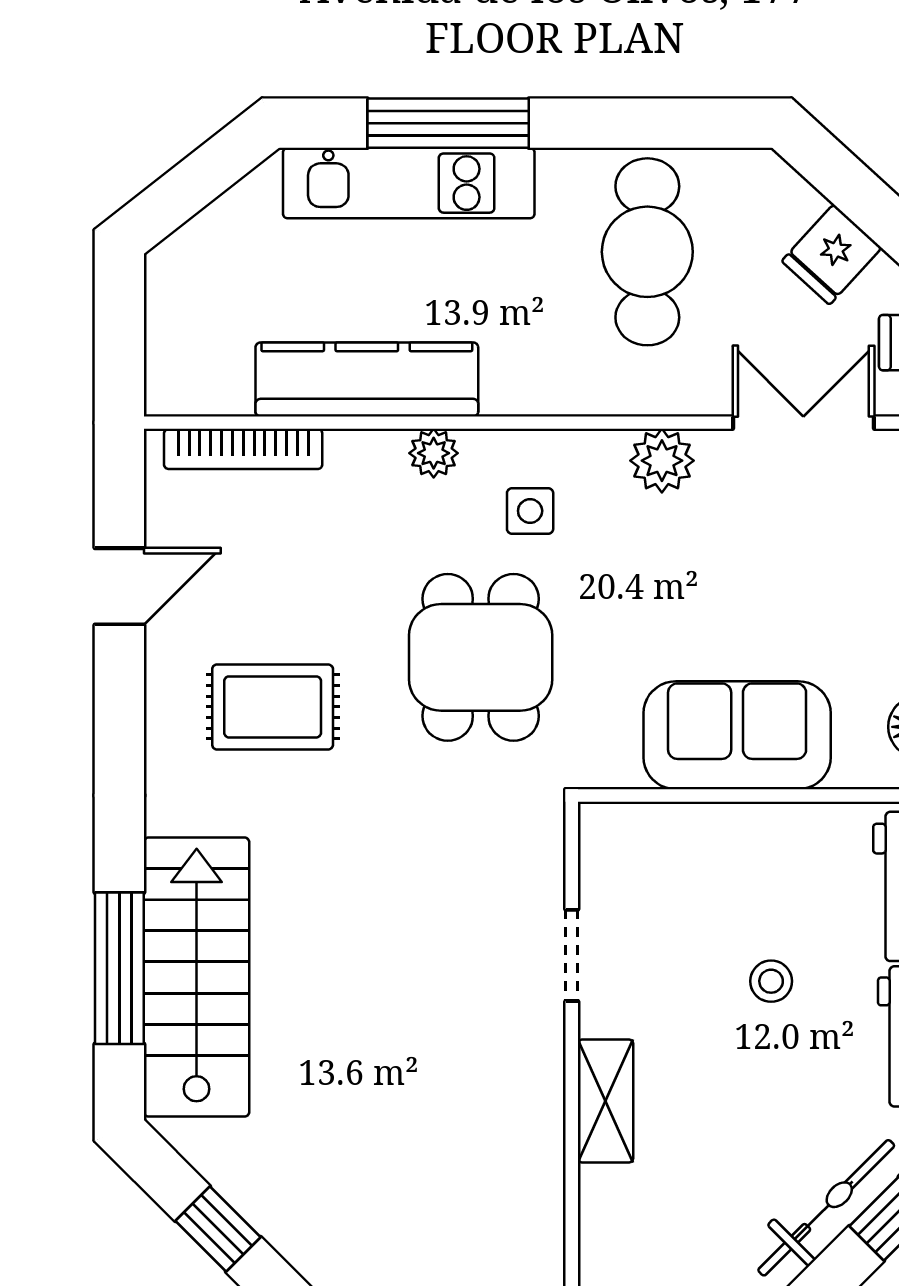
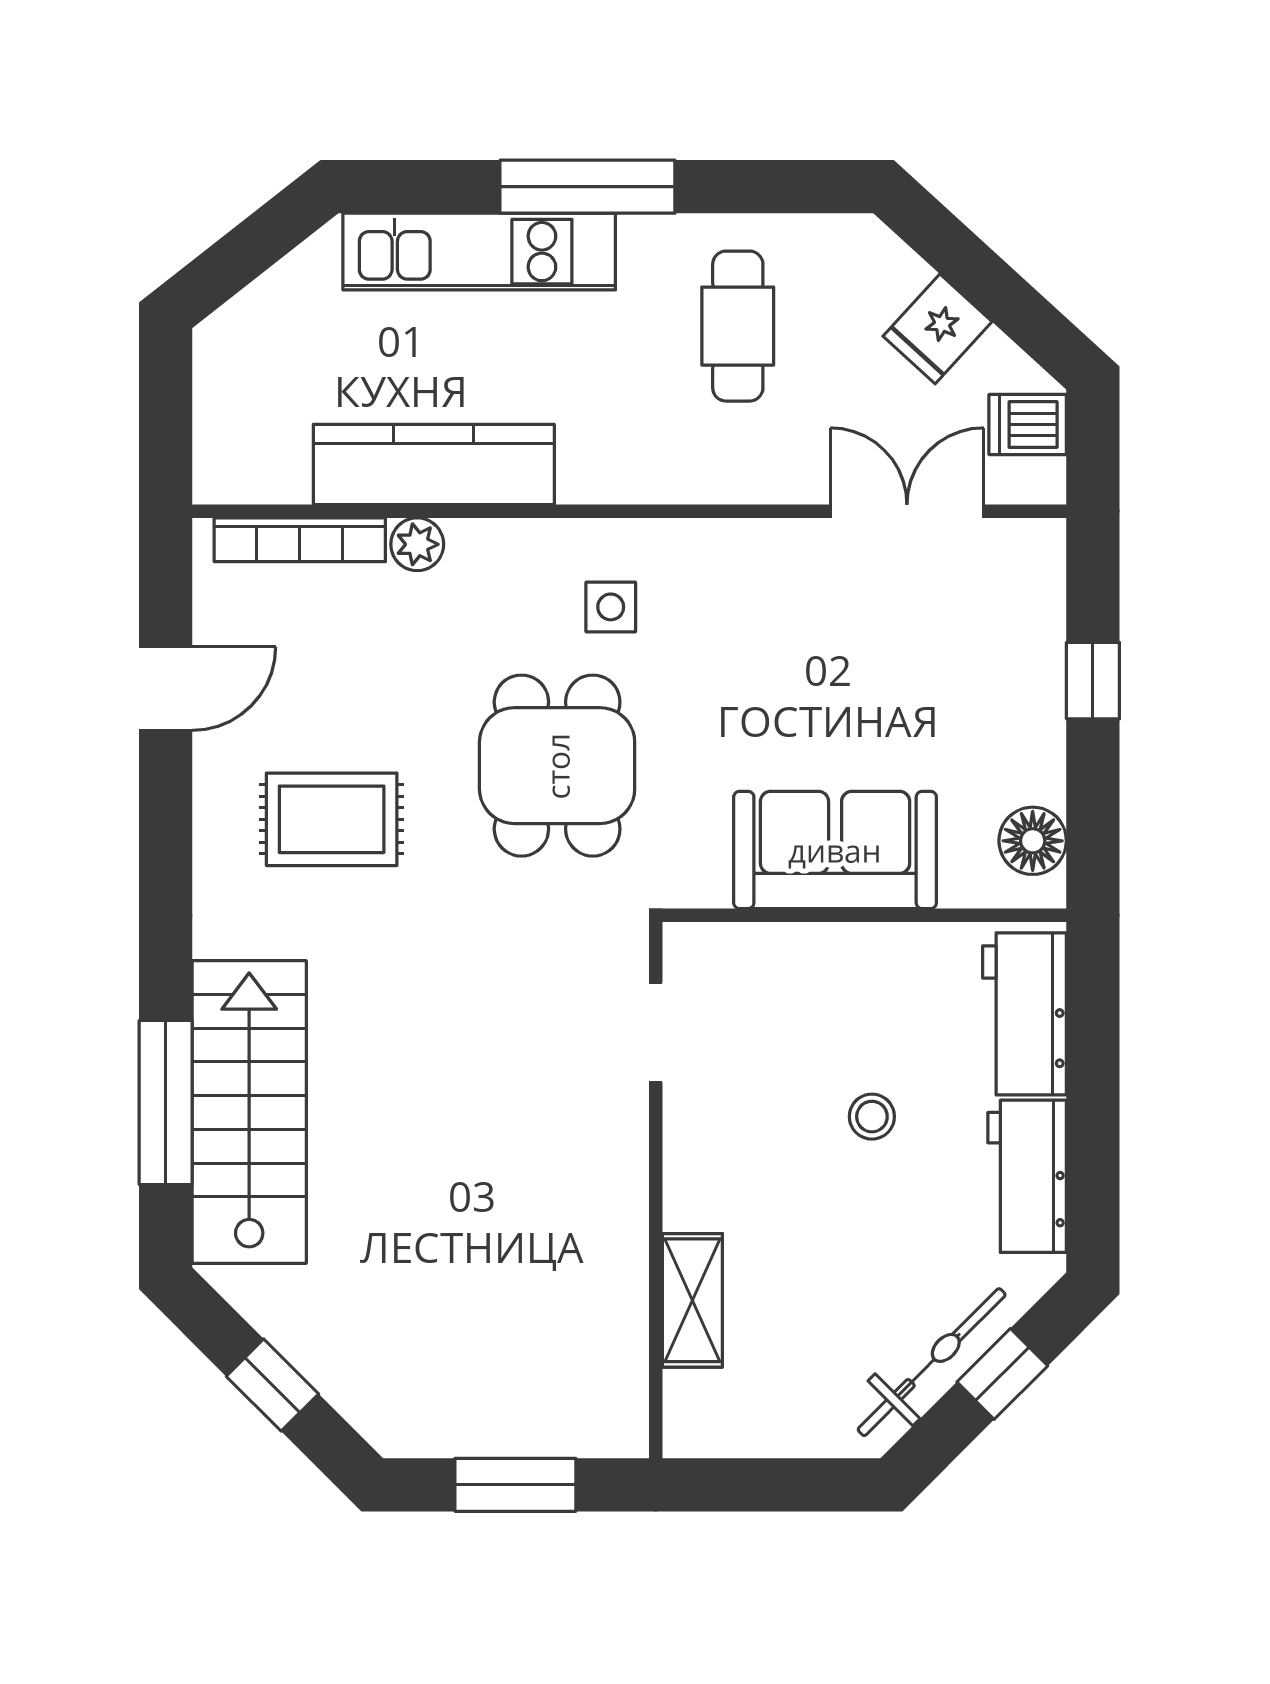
window: (448, 123) -> (587, 187), moved
cafe table: (647, 252) -> (738, 326), width x0.73, depth x0.74
plant: (434, 453) -> (417, 544), moved
plant: (662, 461) -> (754, 552), removed
doorway: (572, 955) -> (656, 1032), moved
shelving: (605, 1101) -> (692, 1300), moved

